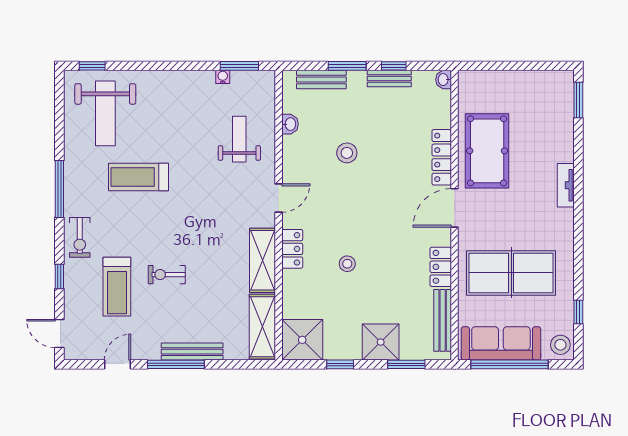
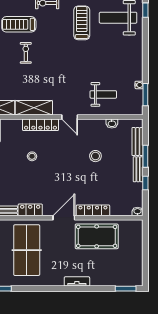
bench: (389, 78) -> (138, 169), moved
treadmill: (139, 177) -> (82, 23), moved
door: (454, 208) -> (64, 218), hinge flipped
locker: (292, 249) -> (40, 125), width x1.53

